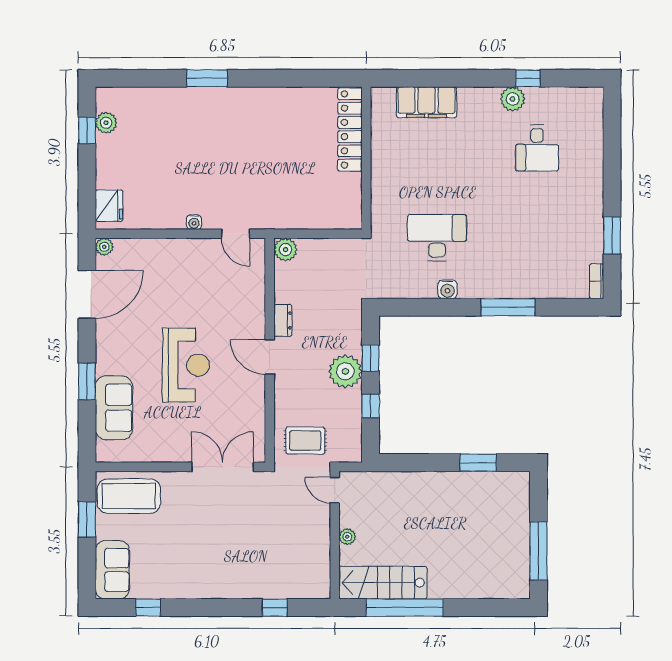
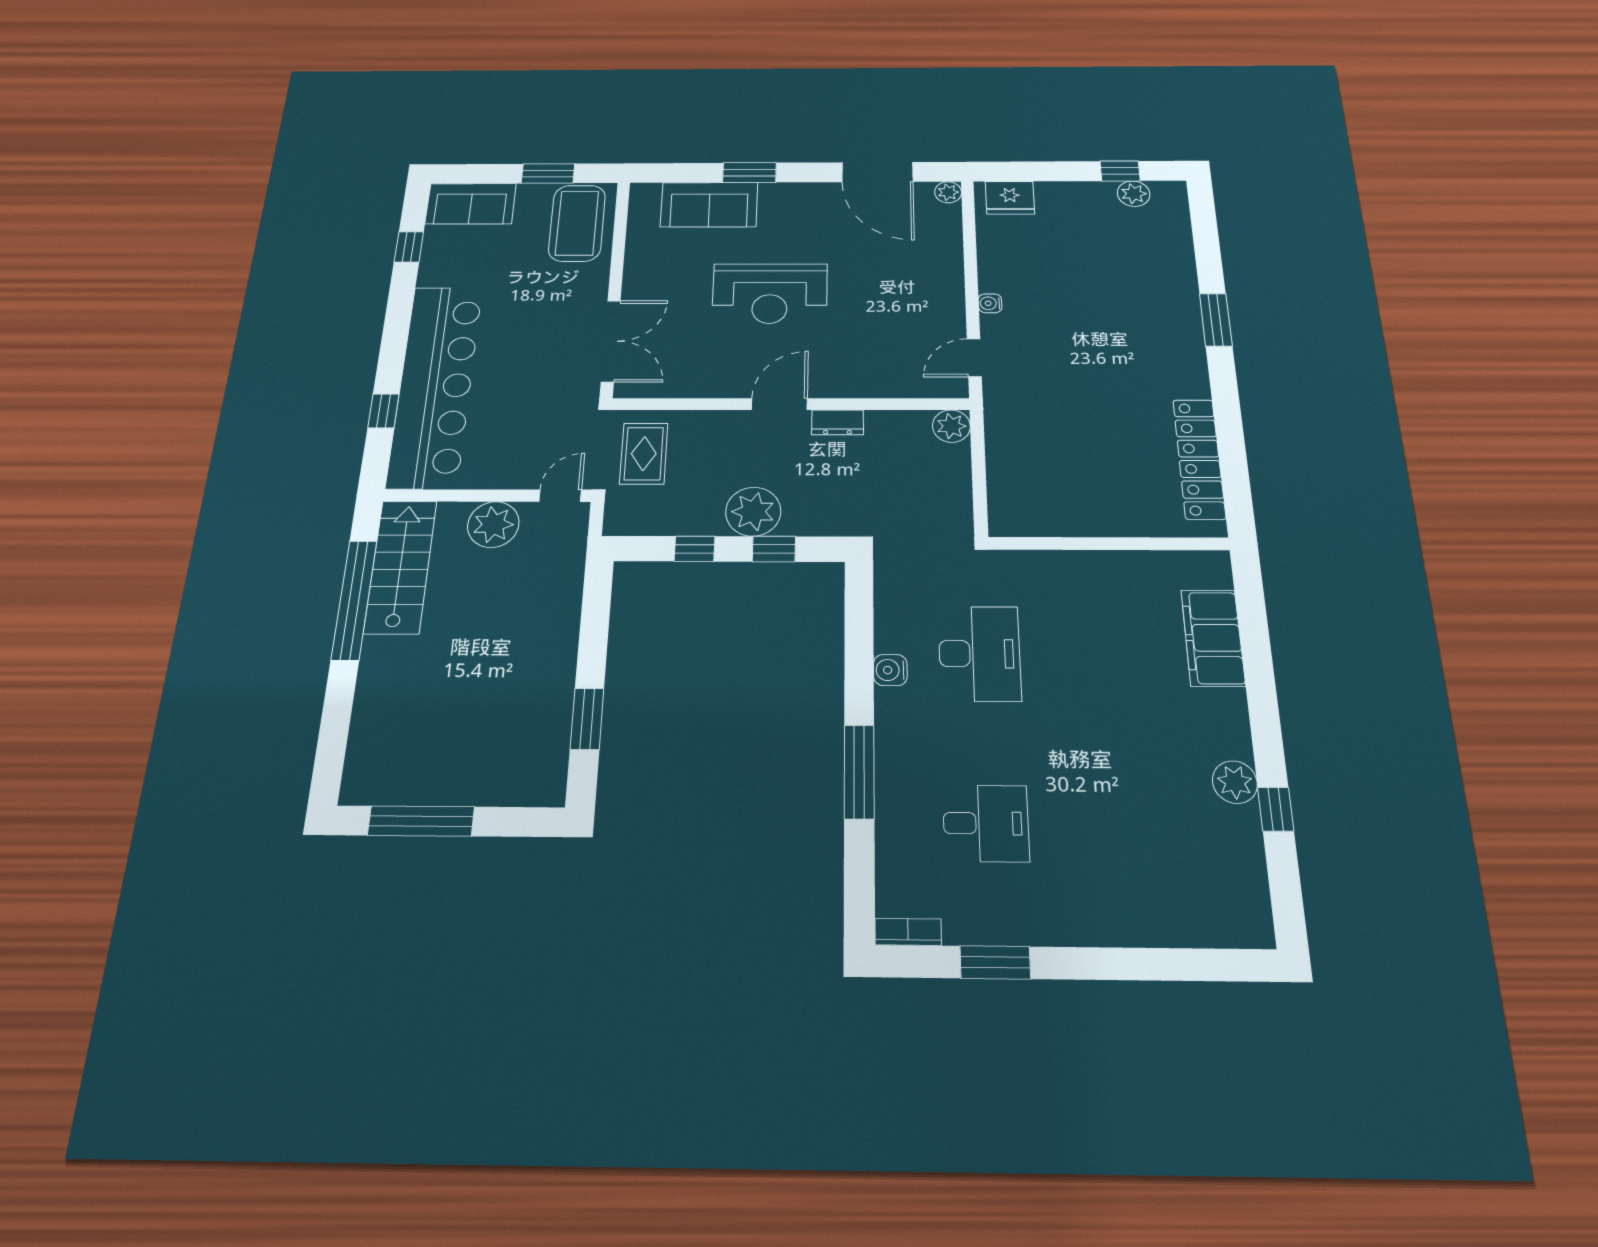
locker: (350, 129) -> (1199, 459), moved, turned -90
desk: (537, 148) -> (986, 823), moved, turned 180
plant: (347, 537) -> (493, 524), width x1.88, depth x1.88
bar counter: (256, 577) -> (435, 385), added

